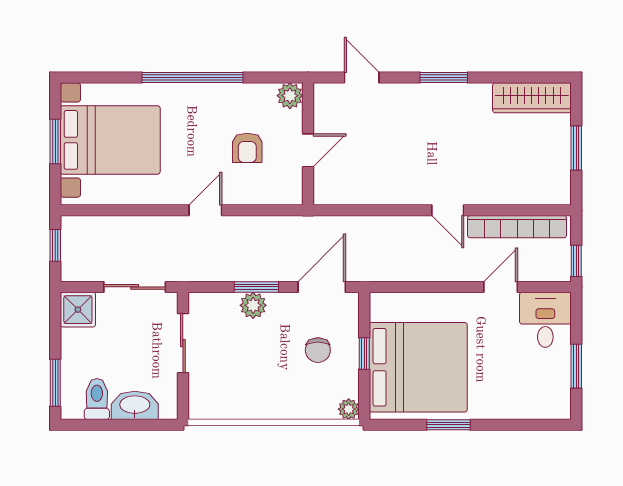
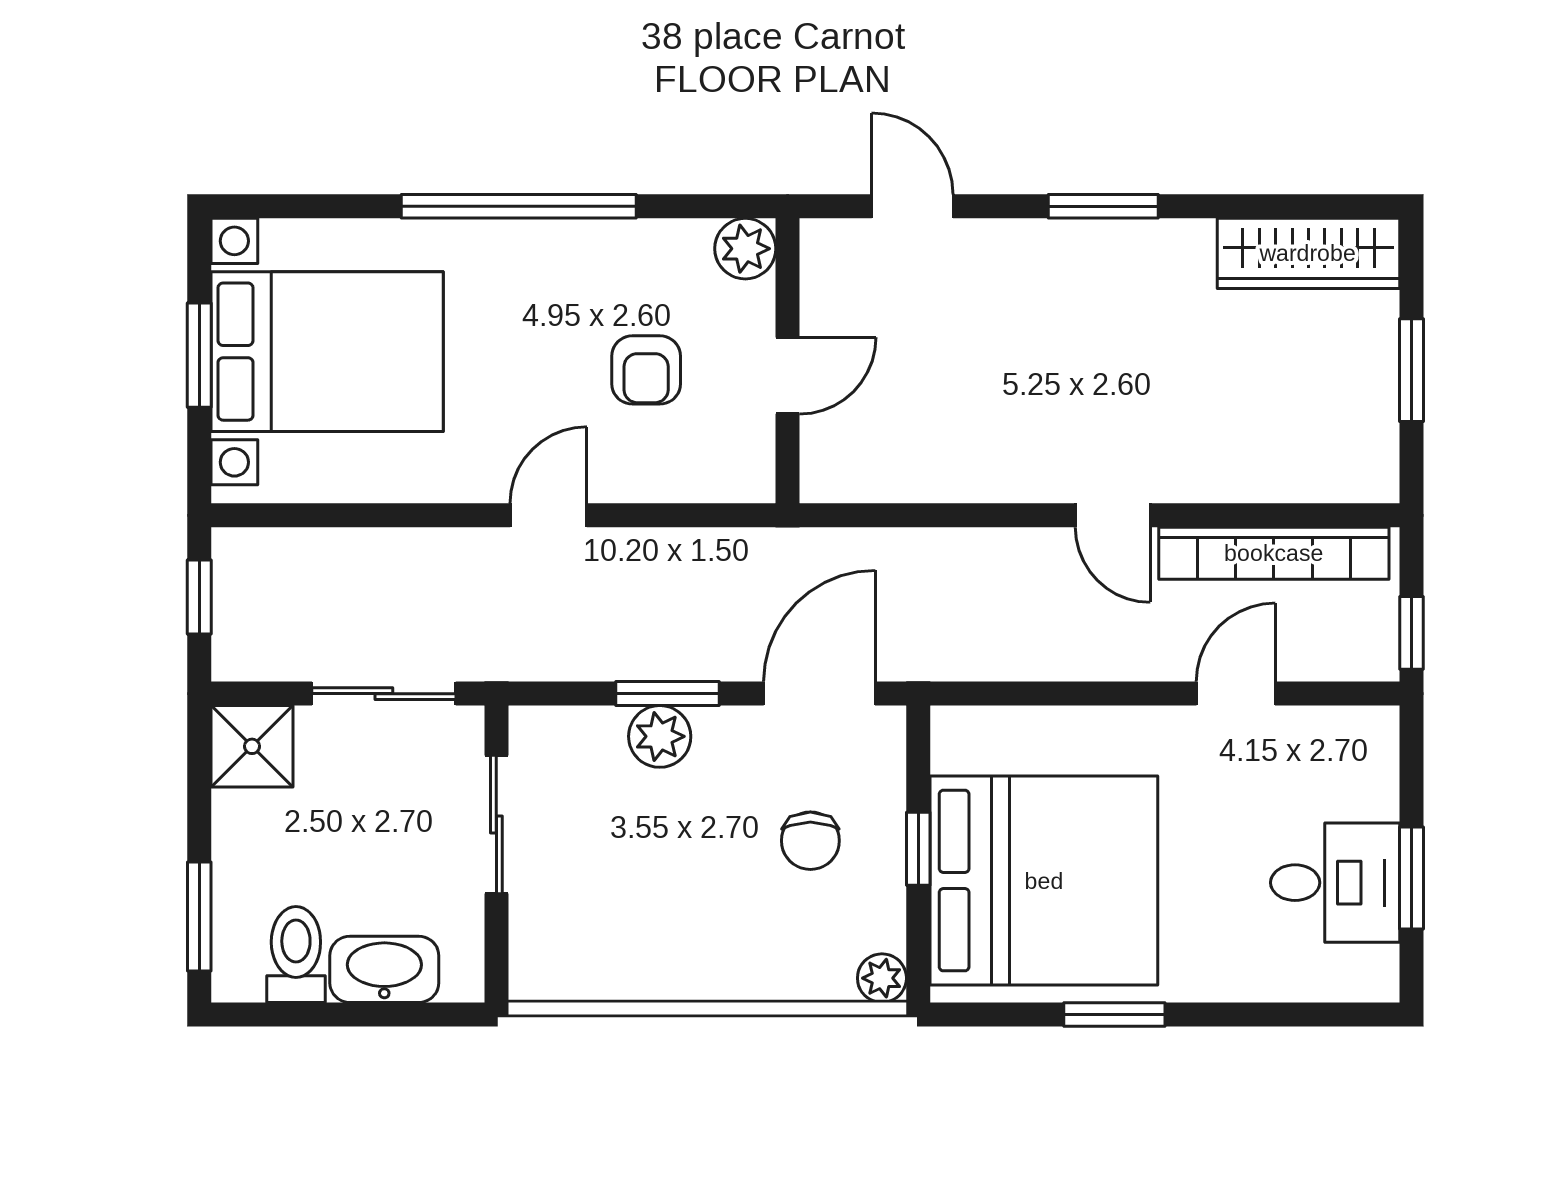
desk: (545, 320) -> (1335, 883), moved, turned 90

